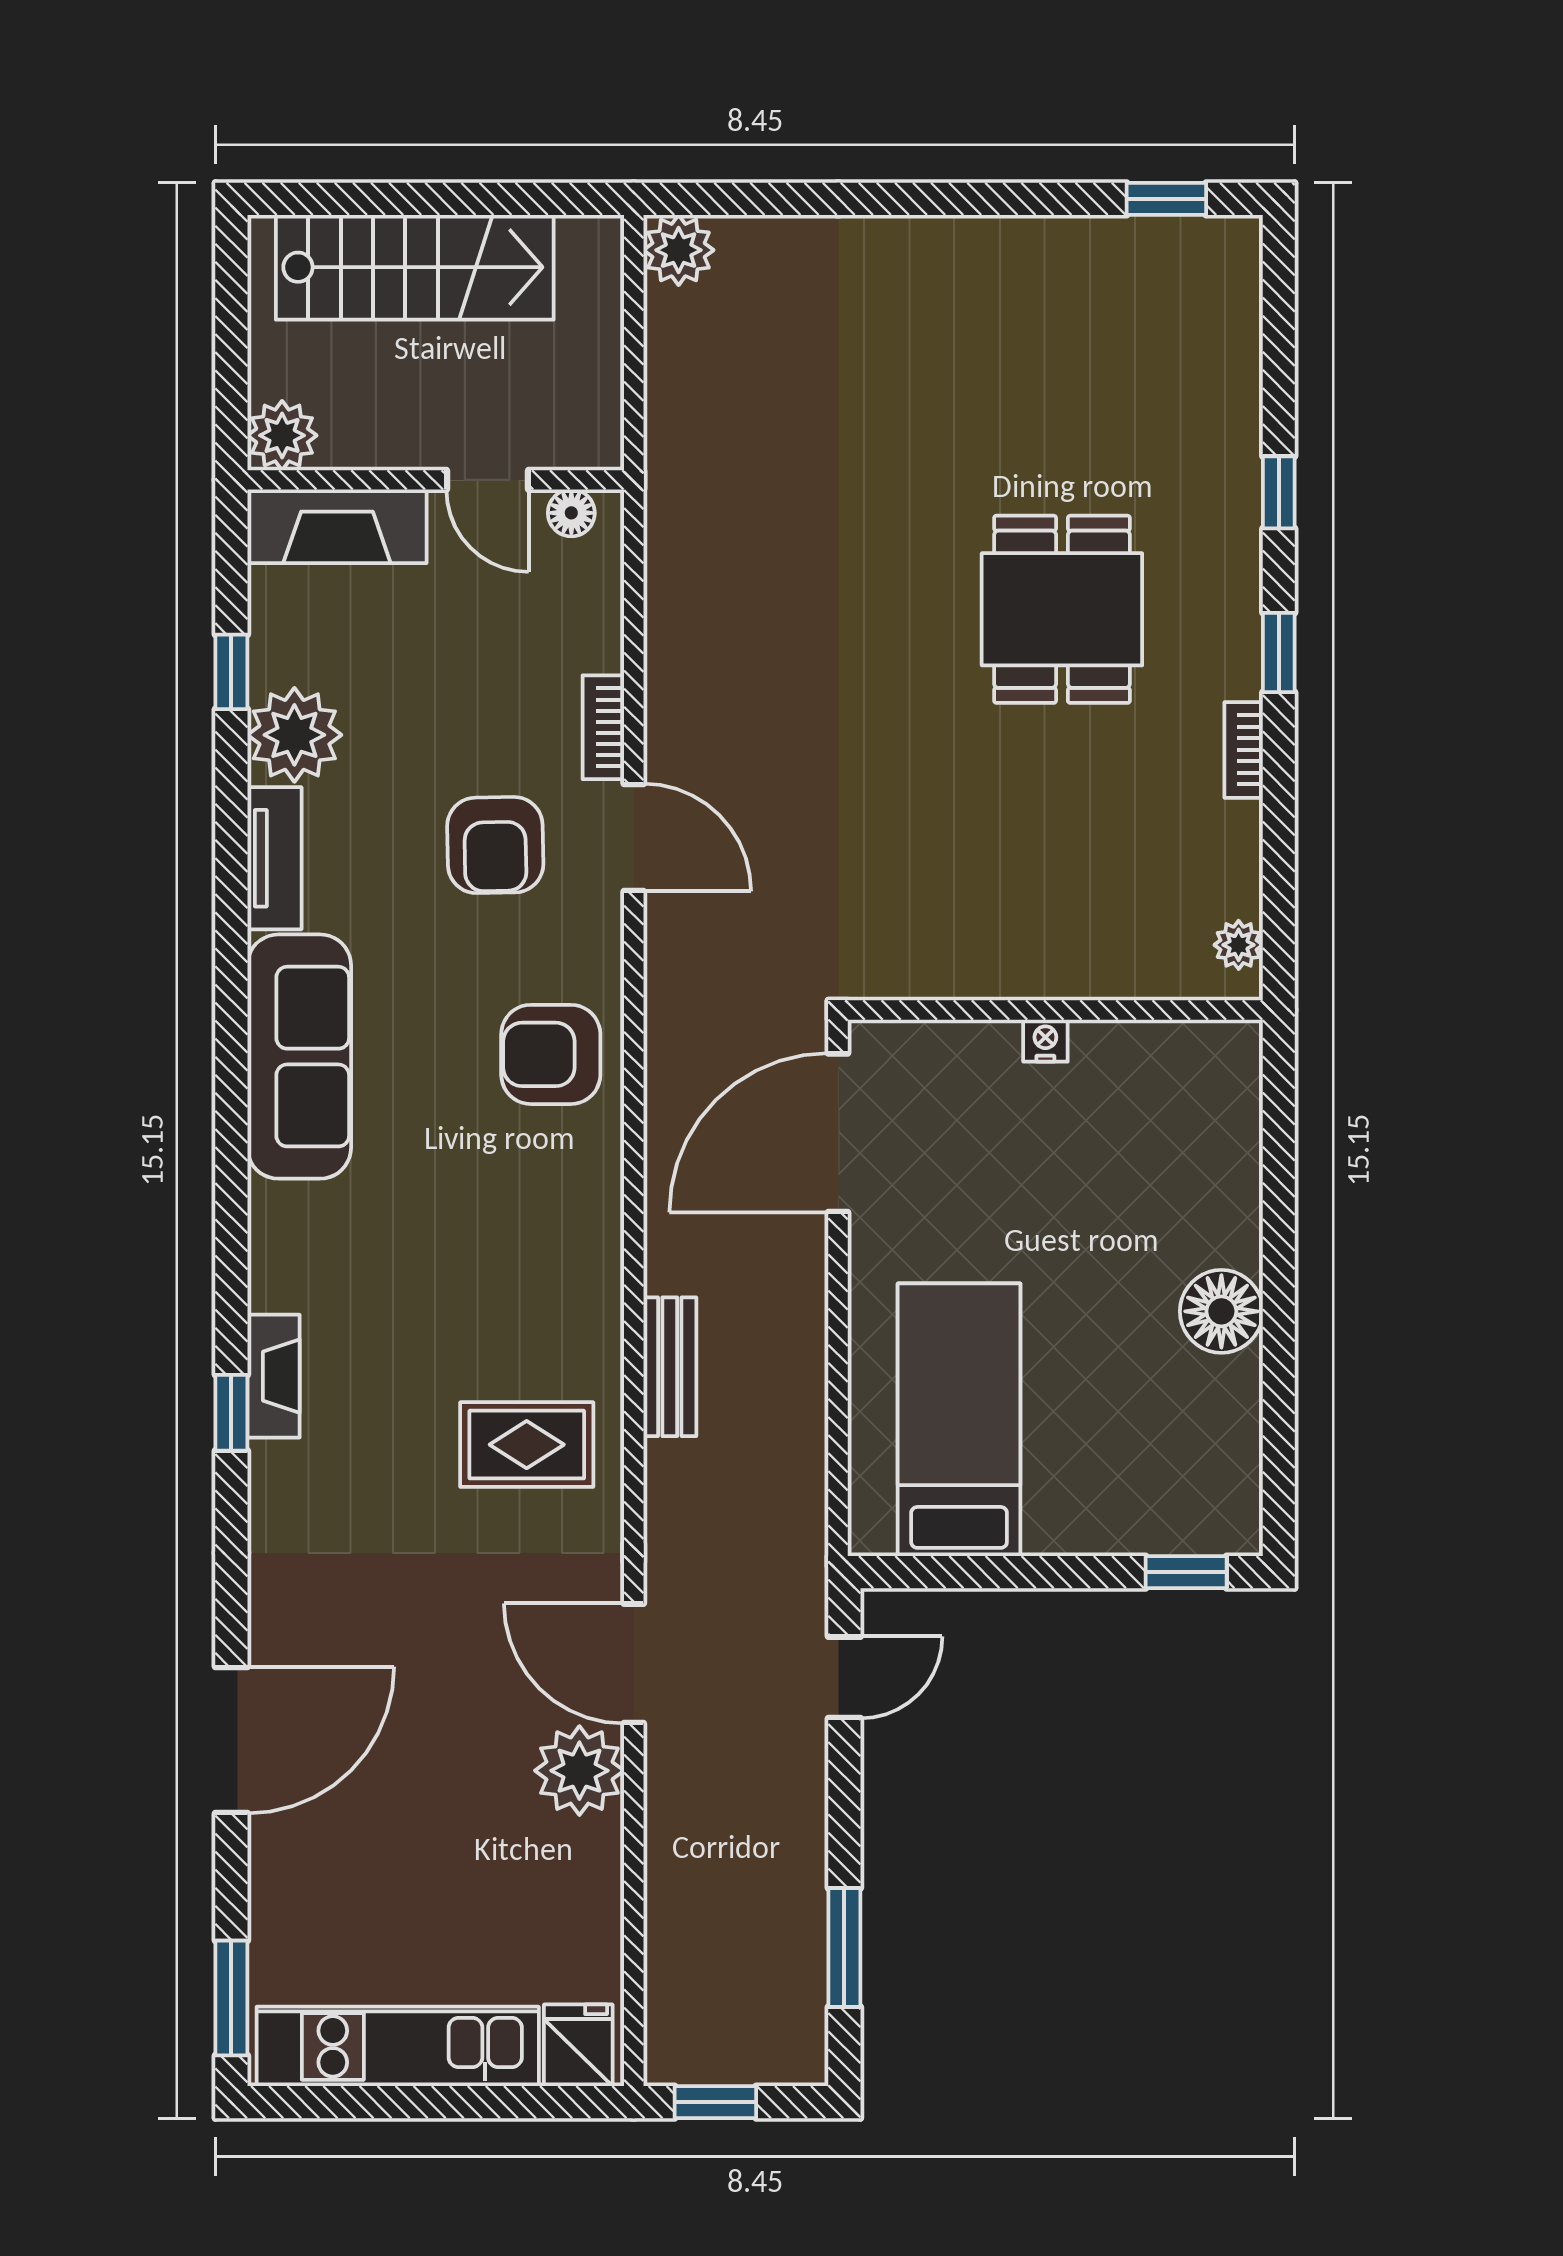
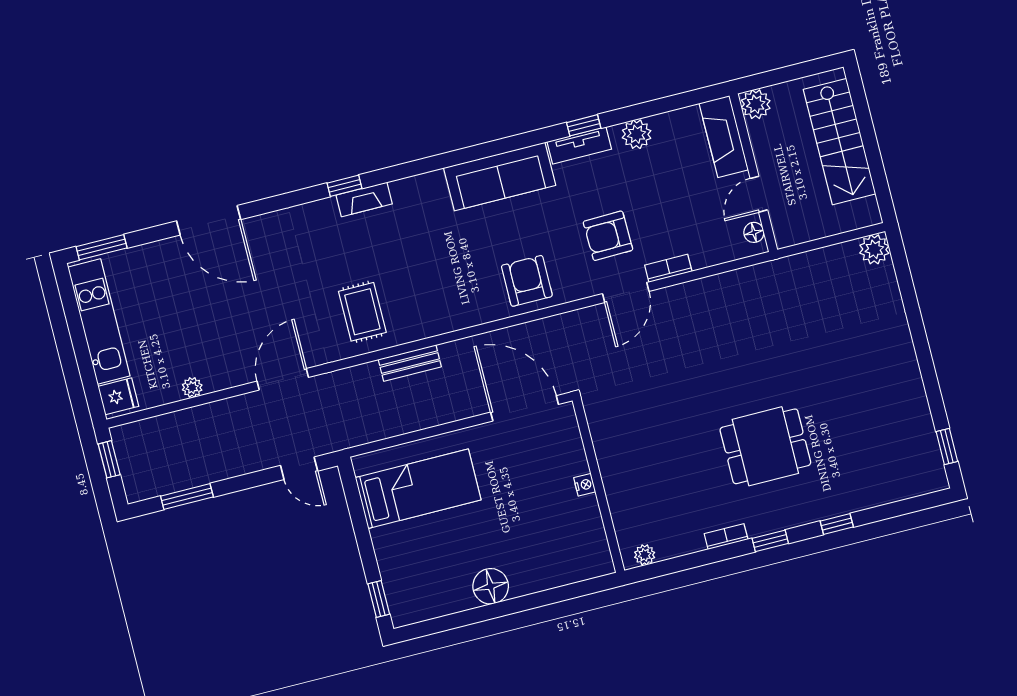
window: (231, 672) -> (584, 125), moved
plant: (294, 735) -> (637, 134), width x0.73, depth x0.73
plant: (579, 1771) -> (192, 387), moved, width x0.53, depth x0.53

